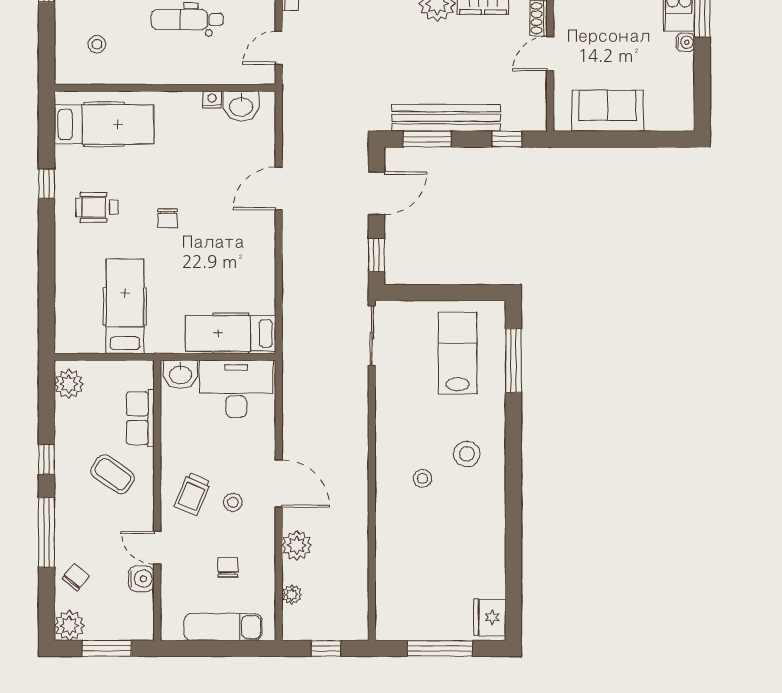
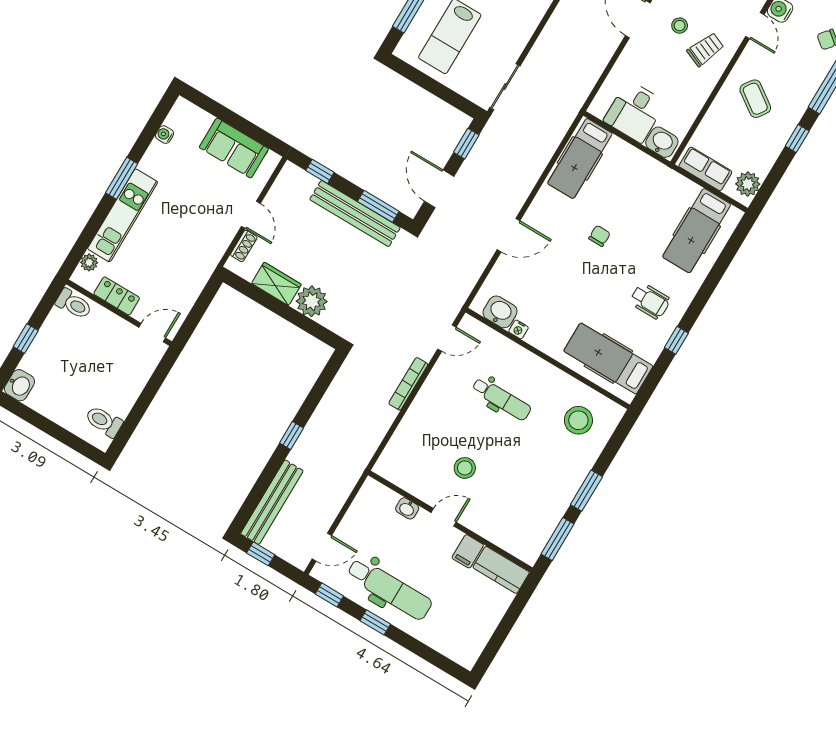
water cooler: (685, 42) -> (165, 135), moved
stool: (97, 44) -> (578, 420), width x1.89, depth x1.89
door: (550, 54) -> (251, 215), hinge flipped
door: (376, 193) -> (439, 189), hinge flipped
chair: (167, 218) -> (599, 236), moved
hospital bed: (125, 306) -> (697, 231), moved
hospital bed: (231, 333) -> (580, 158), moved, turned 90
desk: (236, 389) -> (635, 112), width x0.73
row of seats: (140, 418) -> (705, 169), moved, turned -90

